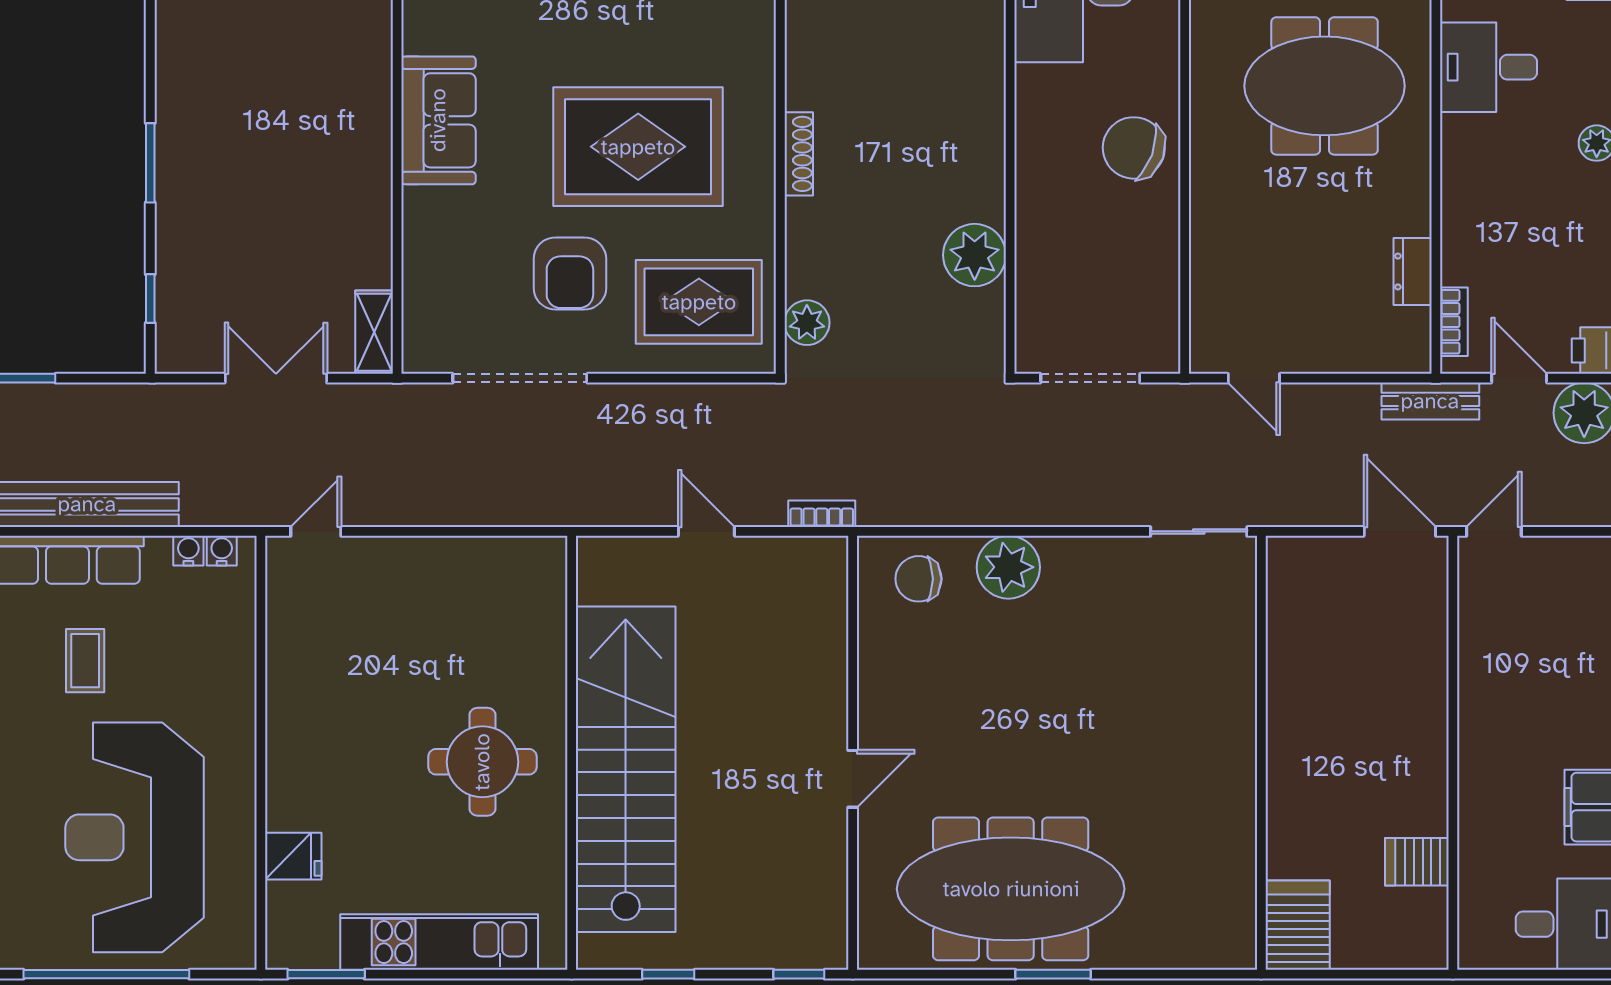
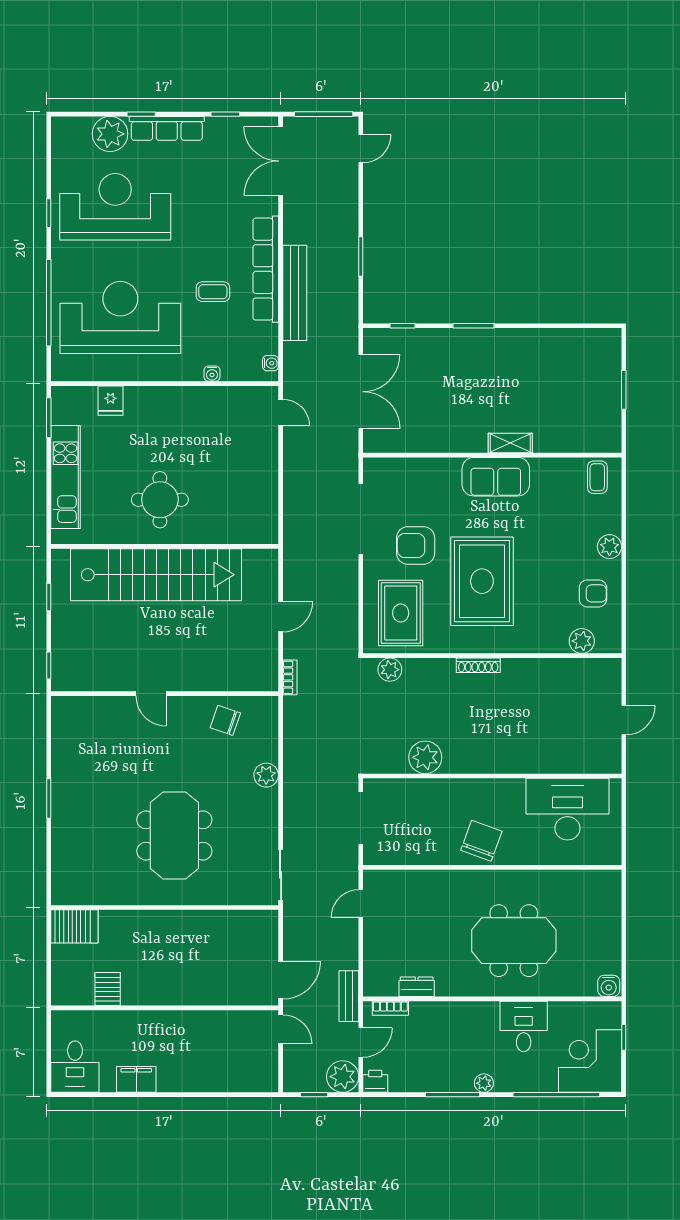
meeting table: (1325, 86) -> (514, 941), turned 90
shelving: (374, 332) -> (510, 443), moved
double door: (276, 378) -> (361, 392), width x1.37
water cooler: (188, 551) -> (212, 374), moved, turned 90
plant: (1008, 567) -> (266, 775), width x0.73, depth x0.73
chair: (918, 579) -> (225, 720), moved, turned -71
meeting table: (1011, 889) -> (174, 835), moved, width x0.73

